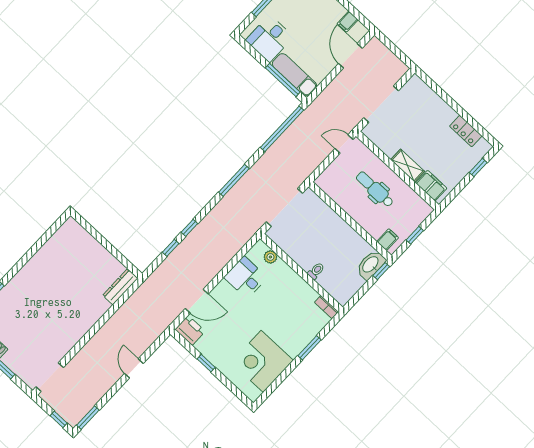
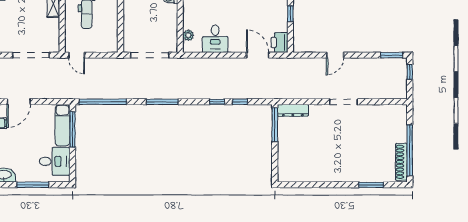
window: (123, 260) -> (275, 125), added
doorway: (50, 377) -> (344, 102), moved

